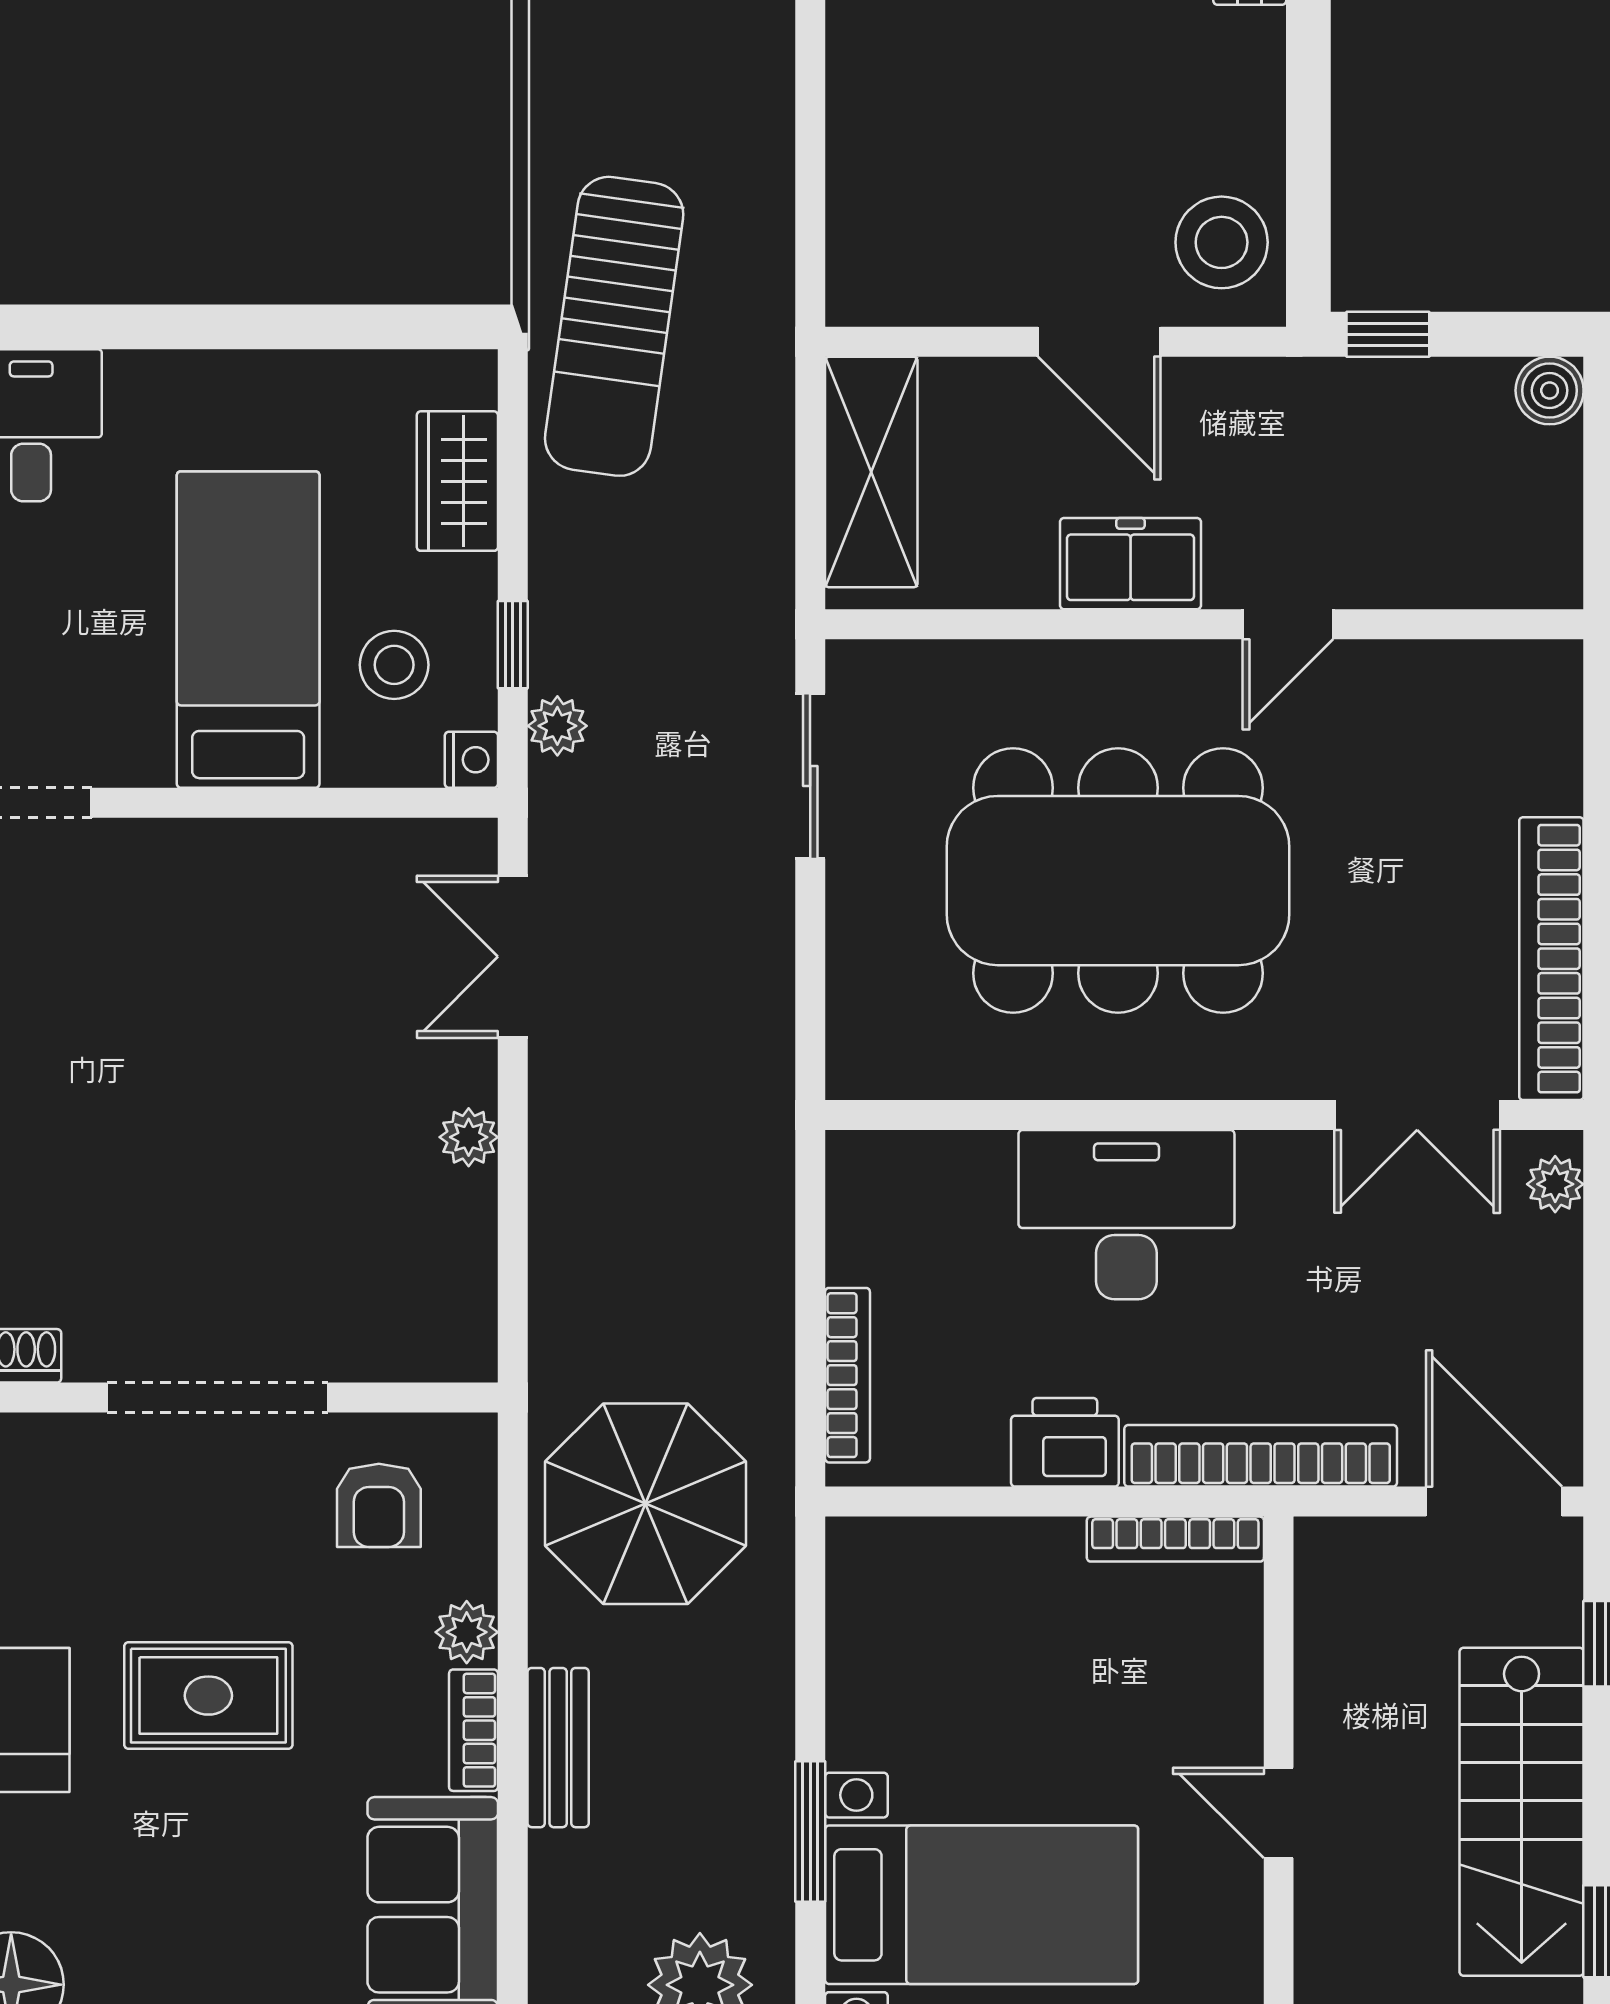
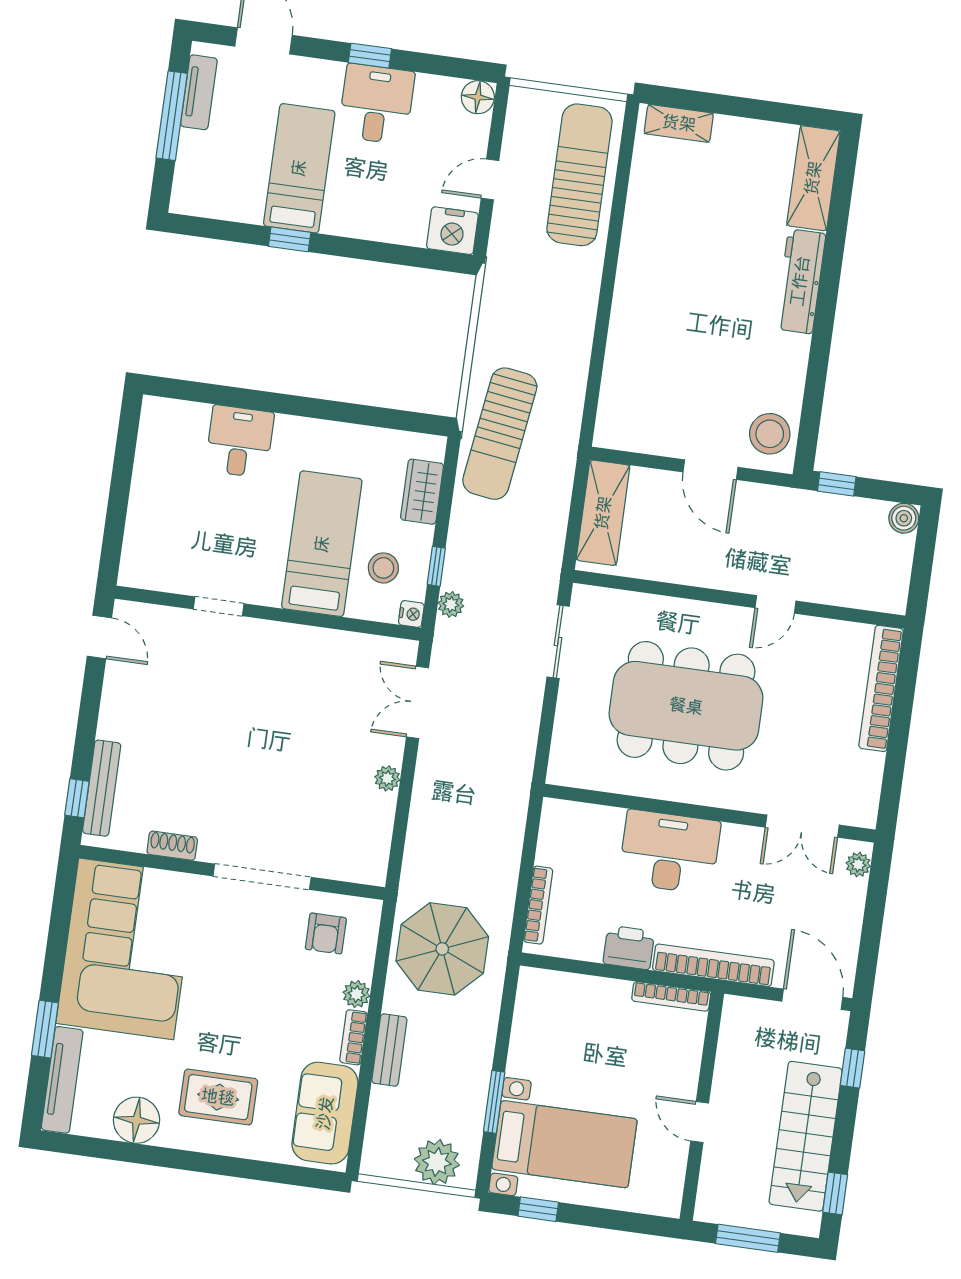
freezer: (1130, 564) -> (711, 568), removed
bookcase: (1551, 959) -> (881, 688), moved
rug: (208, 1696) -> (218, 1097), moved

